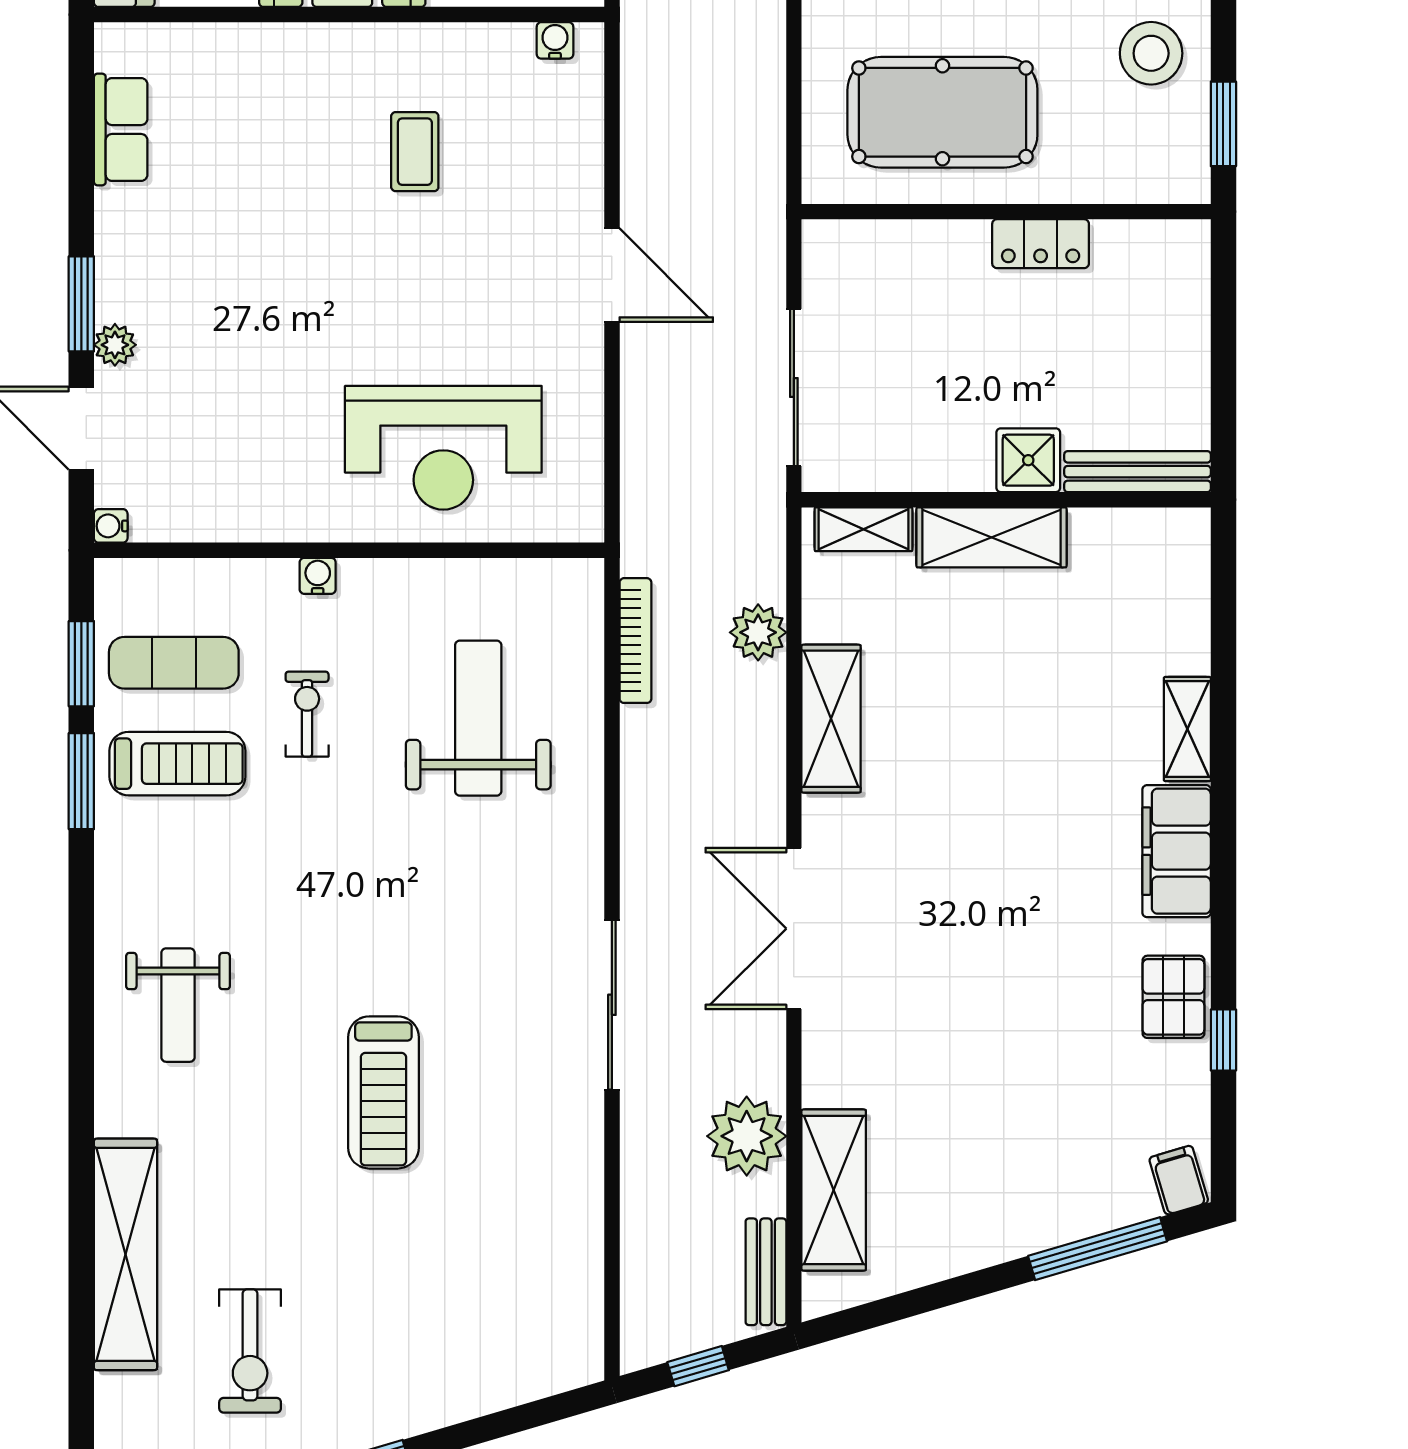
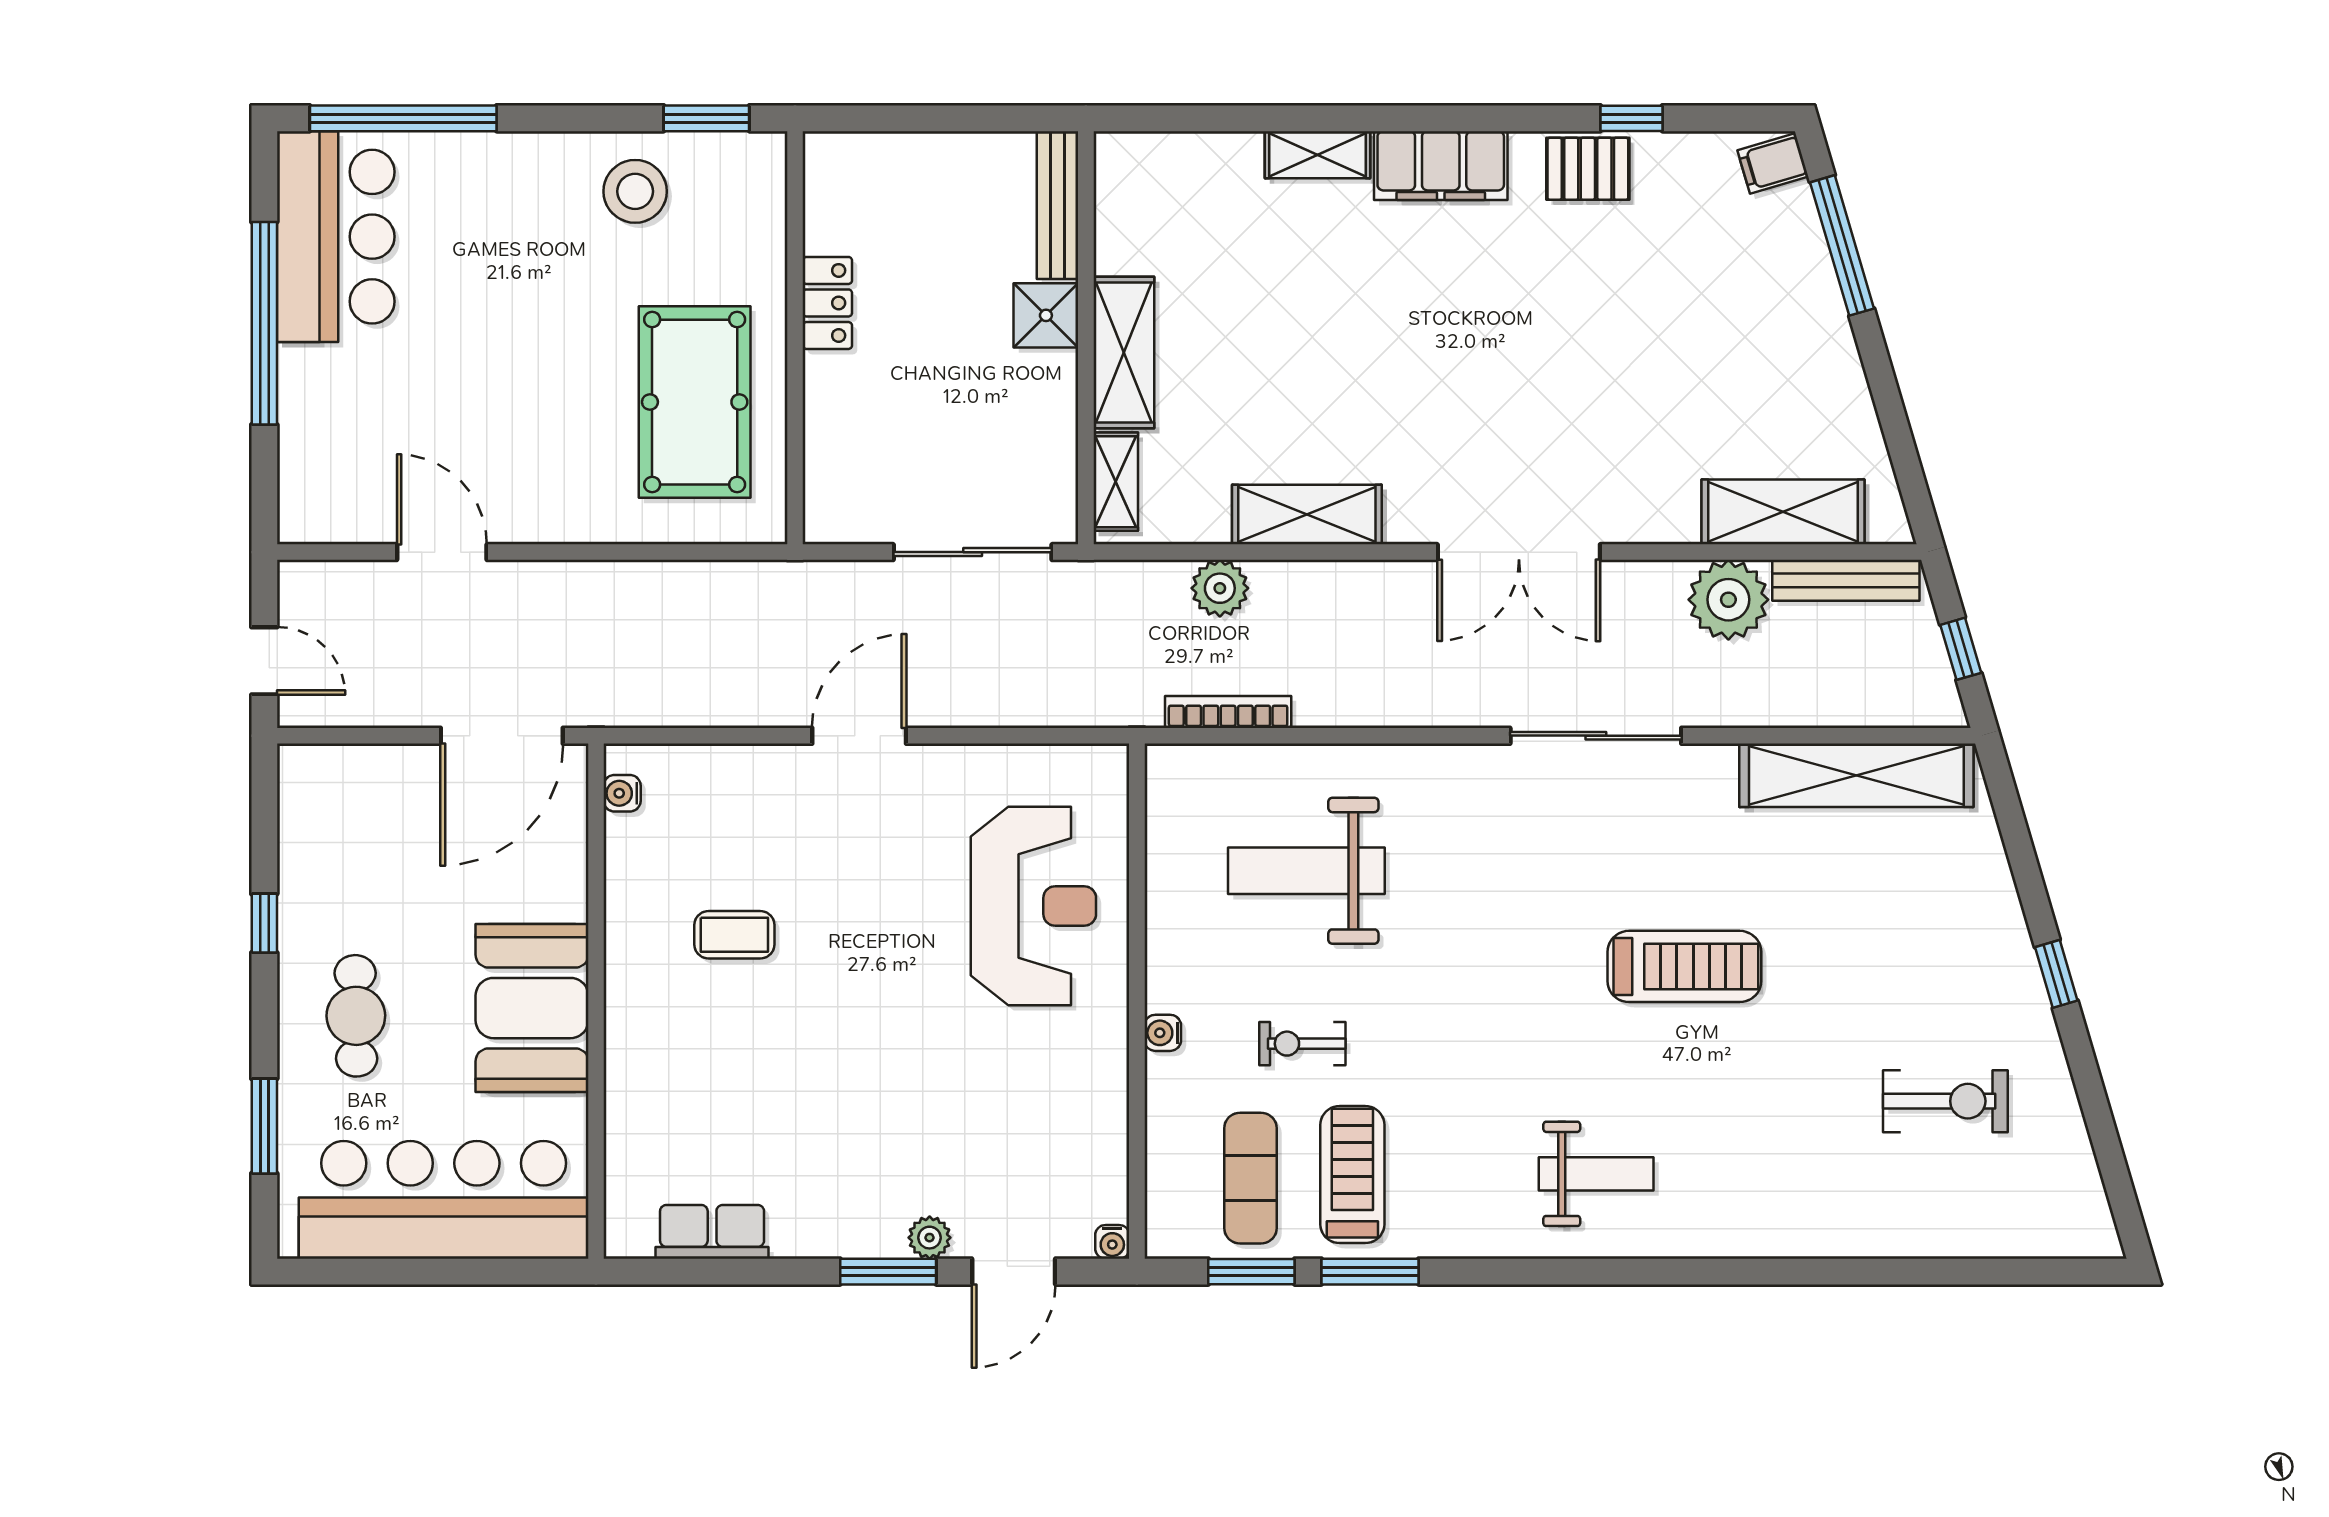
shelving: (126, 1254) -> (1856, 775), moved
bench: (766, 1272) -> (1846, 580), width x1.36

